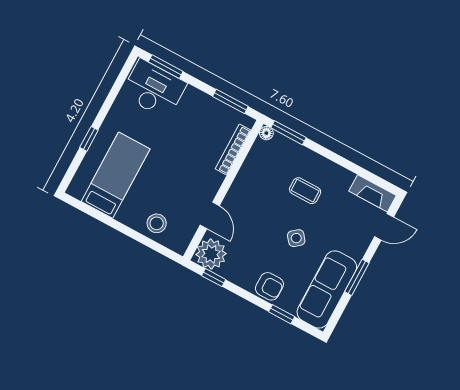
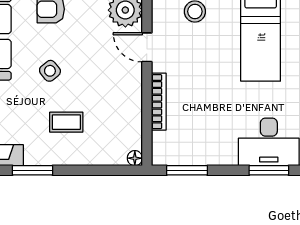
window: (288, 133) -> (32, 170), moved
bookcase: (233, 150) -> (159, 102), moved

